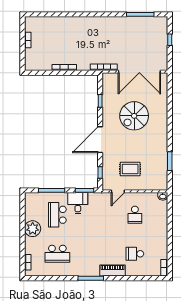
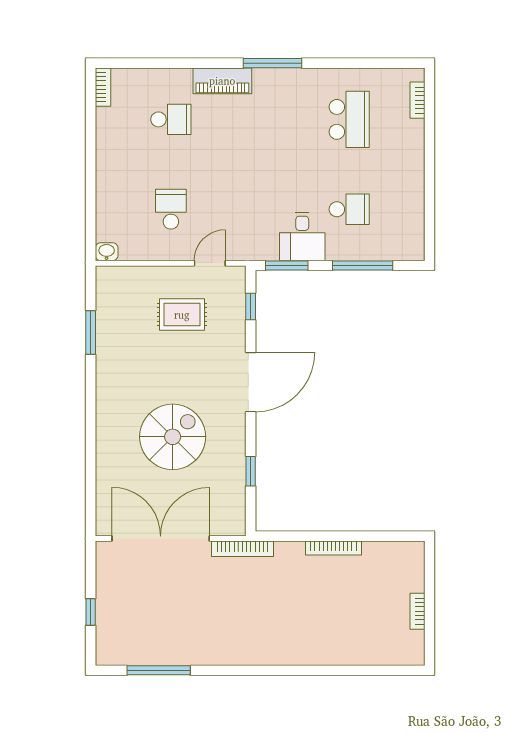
school desk: (57, 215) -> (349, 209), width x0.54
plant: (33, 229) -> (406, 177), removed
school desk: (57, 254) -> (349, 119), turned 90

